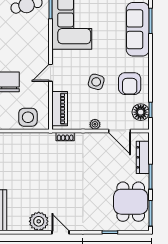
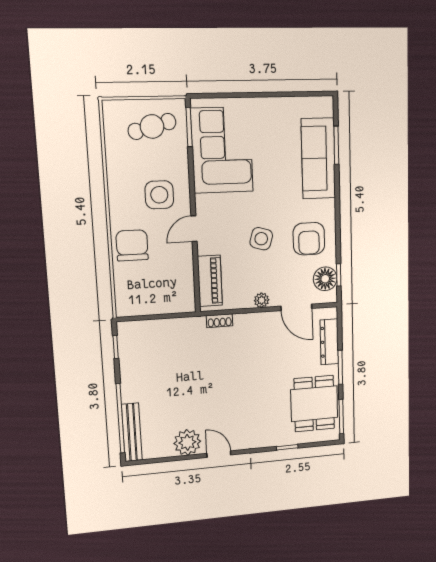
side table: (28, 117) -> (159, 195), moved

